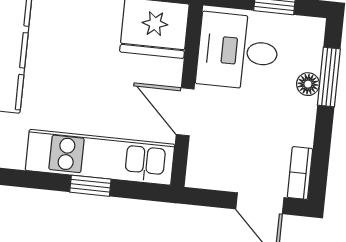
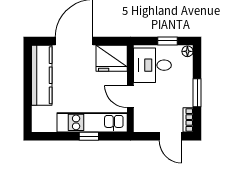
window: (329, 77) -> (197, 93), moved
floor lamp: (308, 84) -> (187, 51), moved

